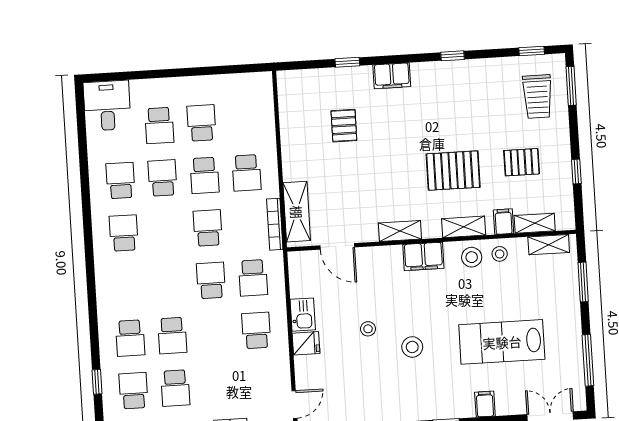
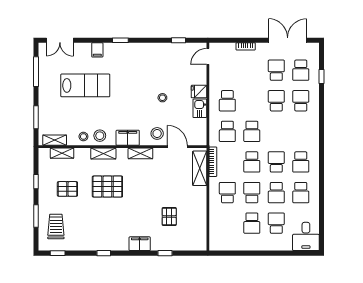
window: (571, 86) -> (36, 216), moved
filing cabinet: (504, 222) -> (80, 155), removed
school desk: (166, 231) -> (276, 162), added
school desk: (253, 278) -> (227, 131), turned 180
stool: (412, 347) -> (157, 133), moved

